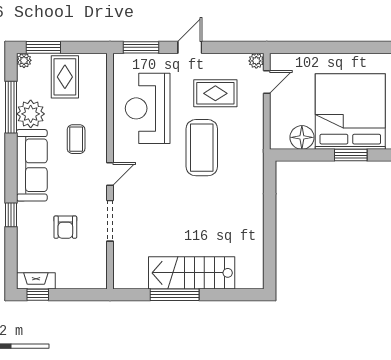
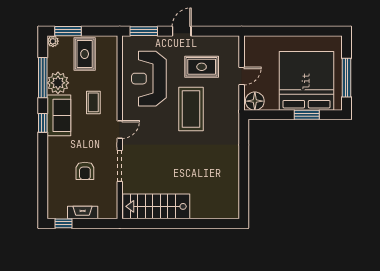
plant: (256, 61) -> (233, 41), removed
door: (267, 82) -> (242, 76), moved
floor lamp: (302, 137) -> (255, 101), moved
sofa: (32, 165) -> (59, 115), width x0.73
window: (11, 215) -> (43, 123), moved
stairs: (192, 273) -> (156, 206), moved
fireplace: (36, 281) -> (83, 213), moved
window: (175, 295) -> (170, 223), removed

